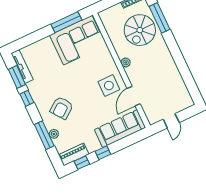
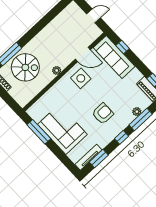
corner sofa: (78, 40) -> (62, 129), moved
window: (27, 98) -> (121, 137), moved
armchair: (62, 108) -> (103, 114), moved, turned -53
window: (103, 153) -> (123, 47), moved

